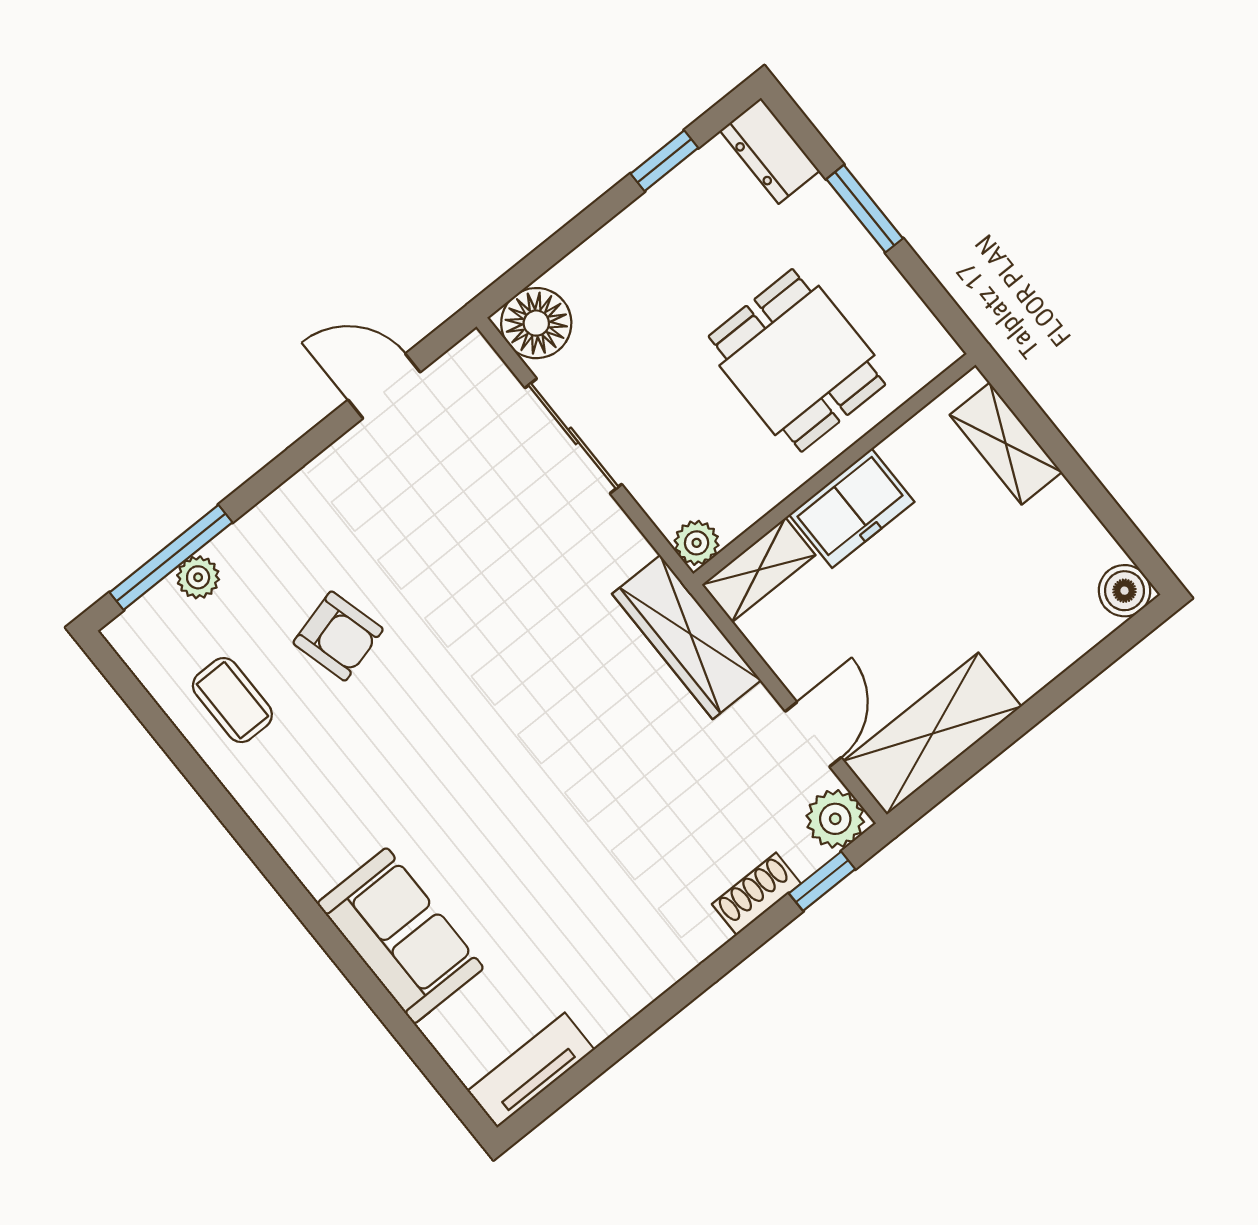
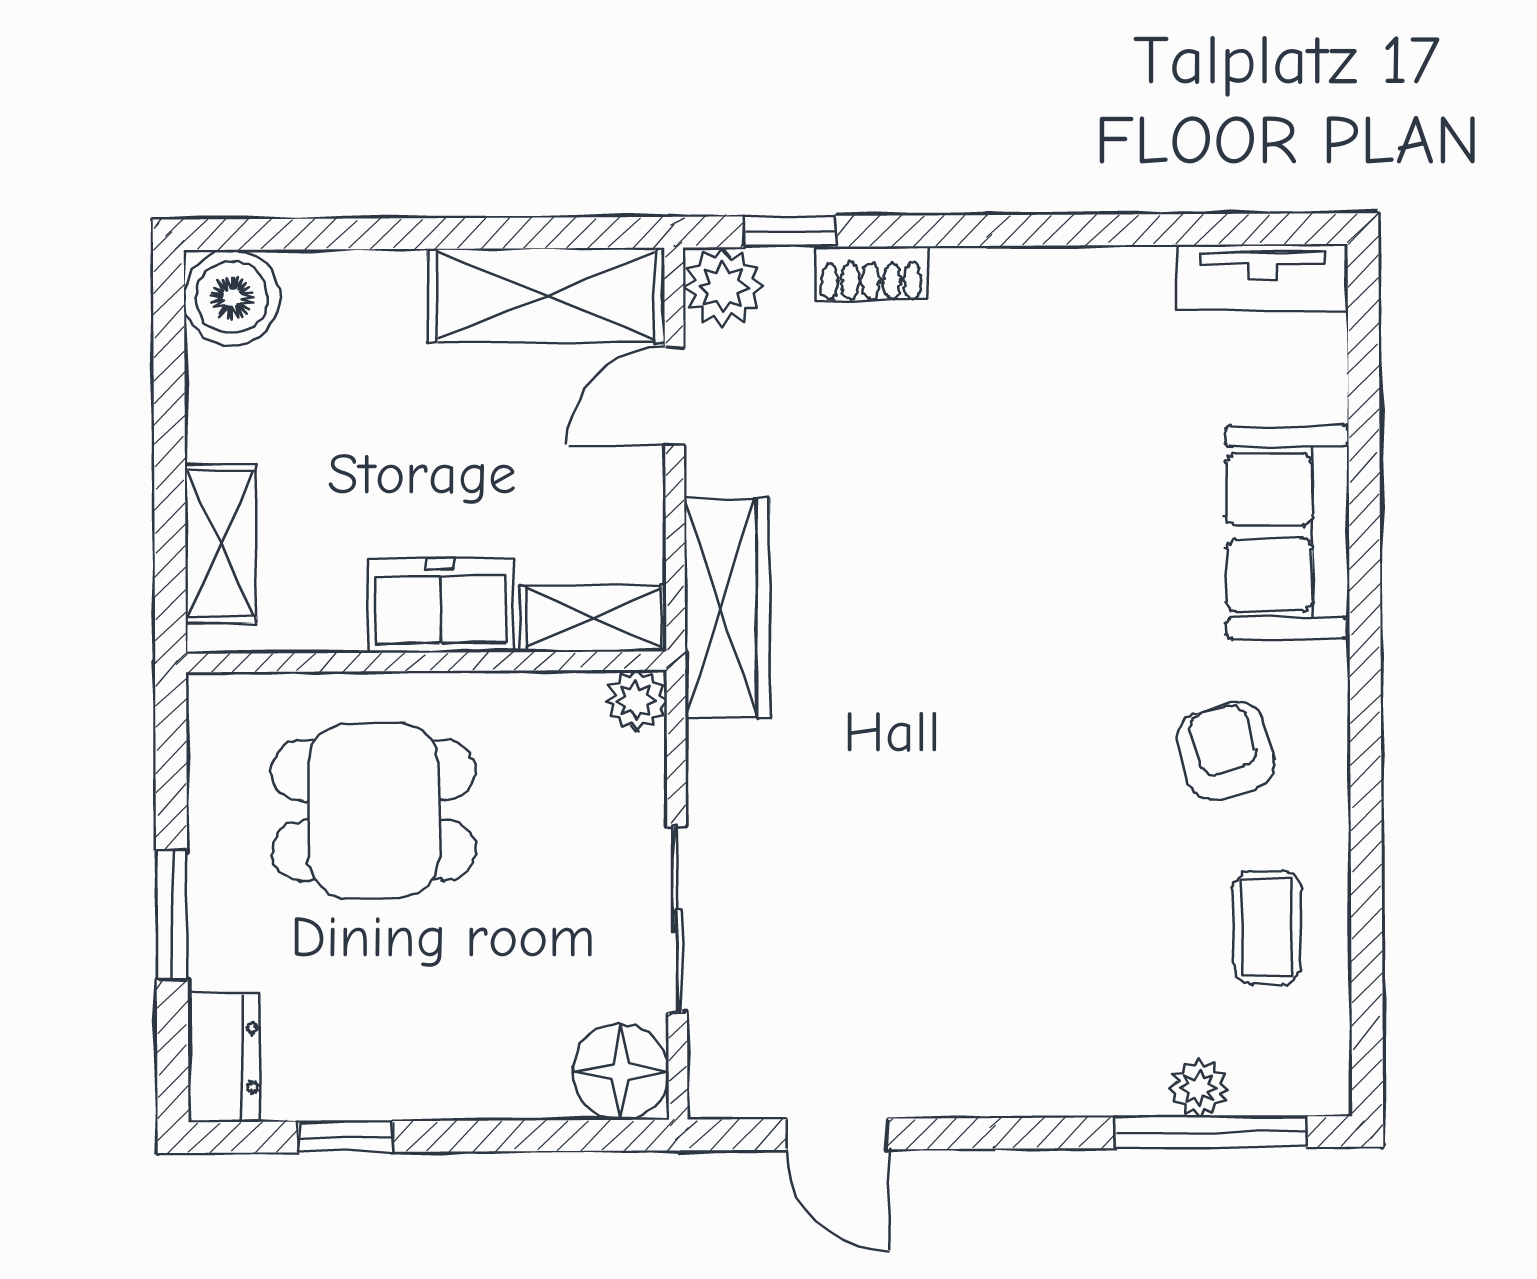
dining table: (797, 360) -> (374, 810), turned 90
boiler: (1124, 591) -> (232, 298), width x1.36, depth x1.36
armchair: (338, 636) -> (1225, 750), moved

